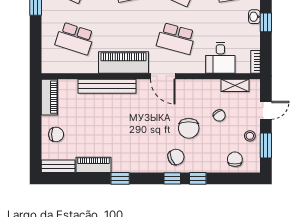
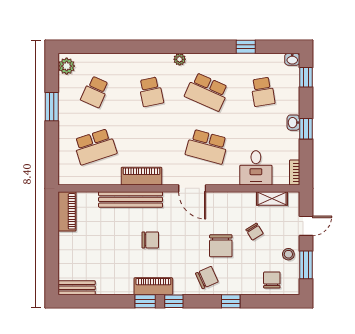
school desk: (75, 38) -> (95, 147), turned -36
piano: (124, 63) -> (142, 176), width x0.73, depth x0.75
chair: (56, 134) -> (150, 240), moved
piano: (94, 165) -> (153, 286), moved
window: (172, 178) -> (174, 301), moved

